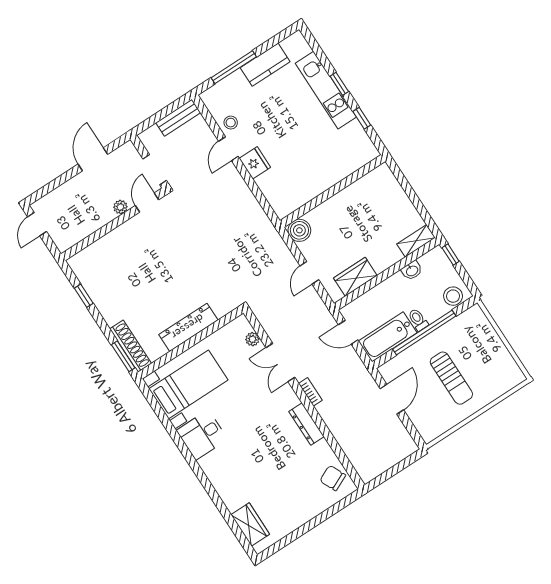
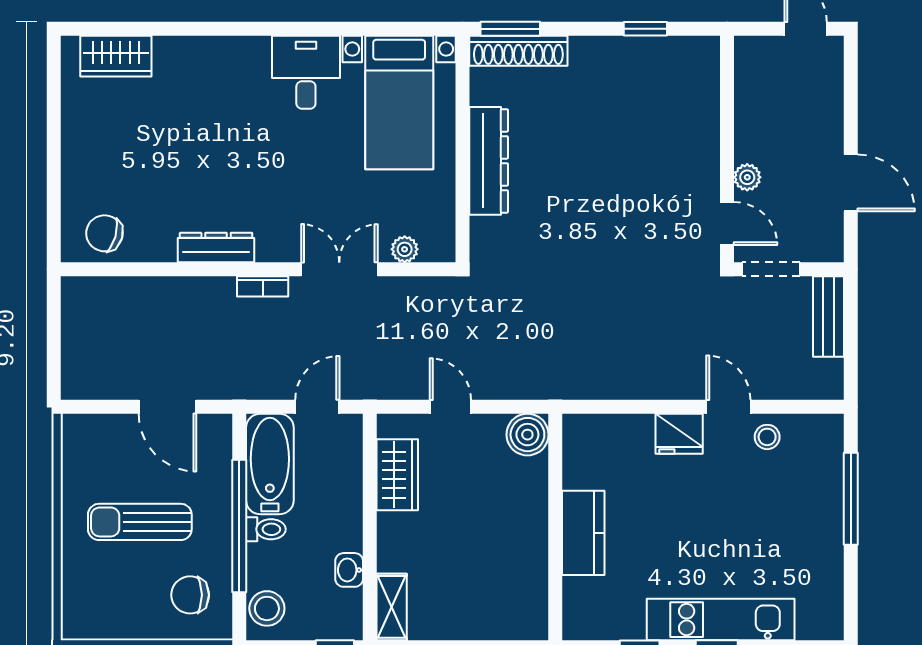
kitchen counter: (265, 65) -> (583, 533), moved, turned 180
bench: (178, 118) -> (828, 317), moved
chair: (469, 334) -> (190, 595), added
chair: (333, 478) -> (104, 233), turned -139

